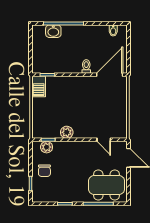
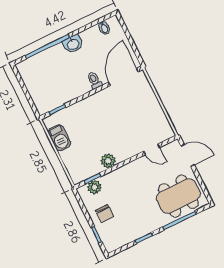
washbasin: (53, 31) -> (73, 44), moved
barbecue: (39, 87) -> (59, 138), moved

